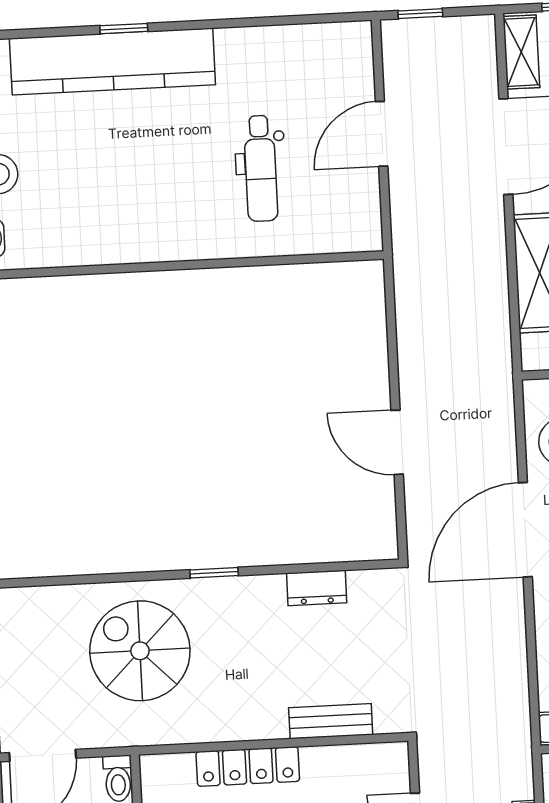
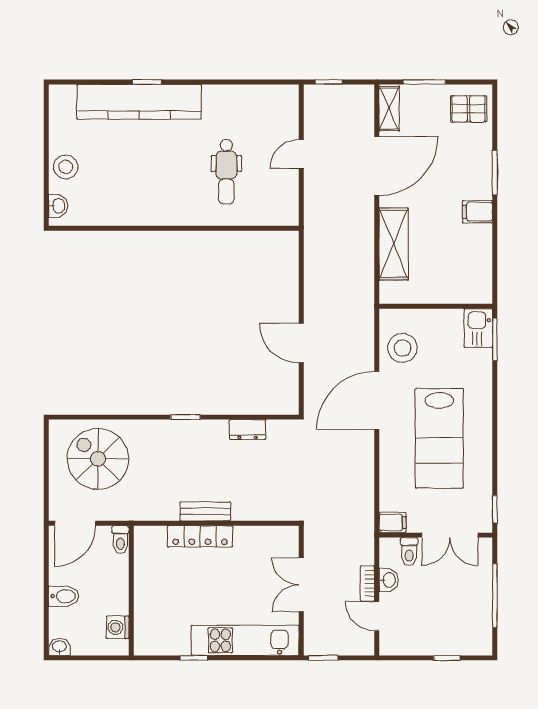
door: (382, 134) -> (301, 154), width x0.73
spiral stairs: (140, 651) -> (98, 459), moved
bench: (331, 721) -> (205, 511), moved

